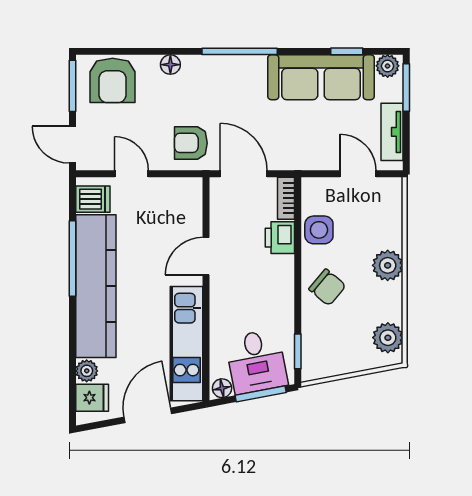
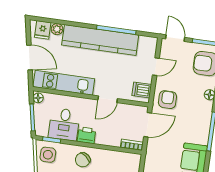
door: (72, 145) -> (175, 38), hinge flipped
dishwasher: (93, 199) -> (142, 90), moved, turned 90
side table: (319, 230) -> (48, 155), moved
printer: (280, 238) -> (87, 135), moved
door: (206, 256) -> (108, 99), swing flipped
desk: (256, 362) -> (64, 124), moved, turned -79

